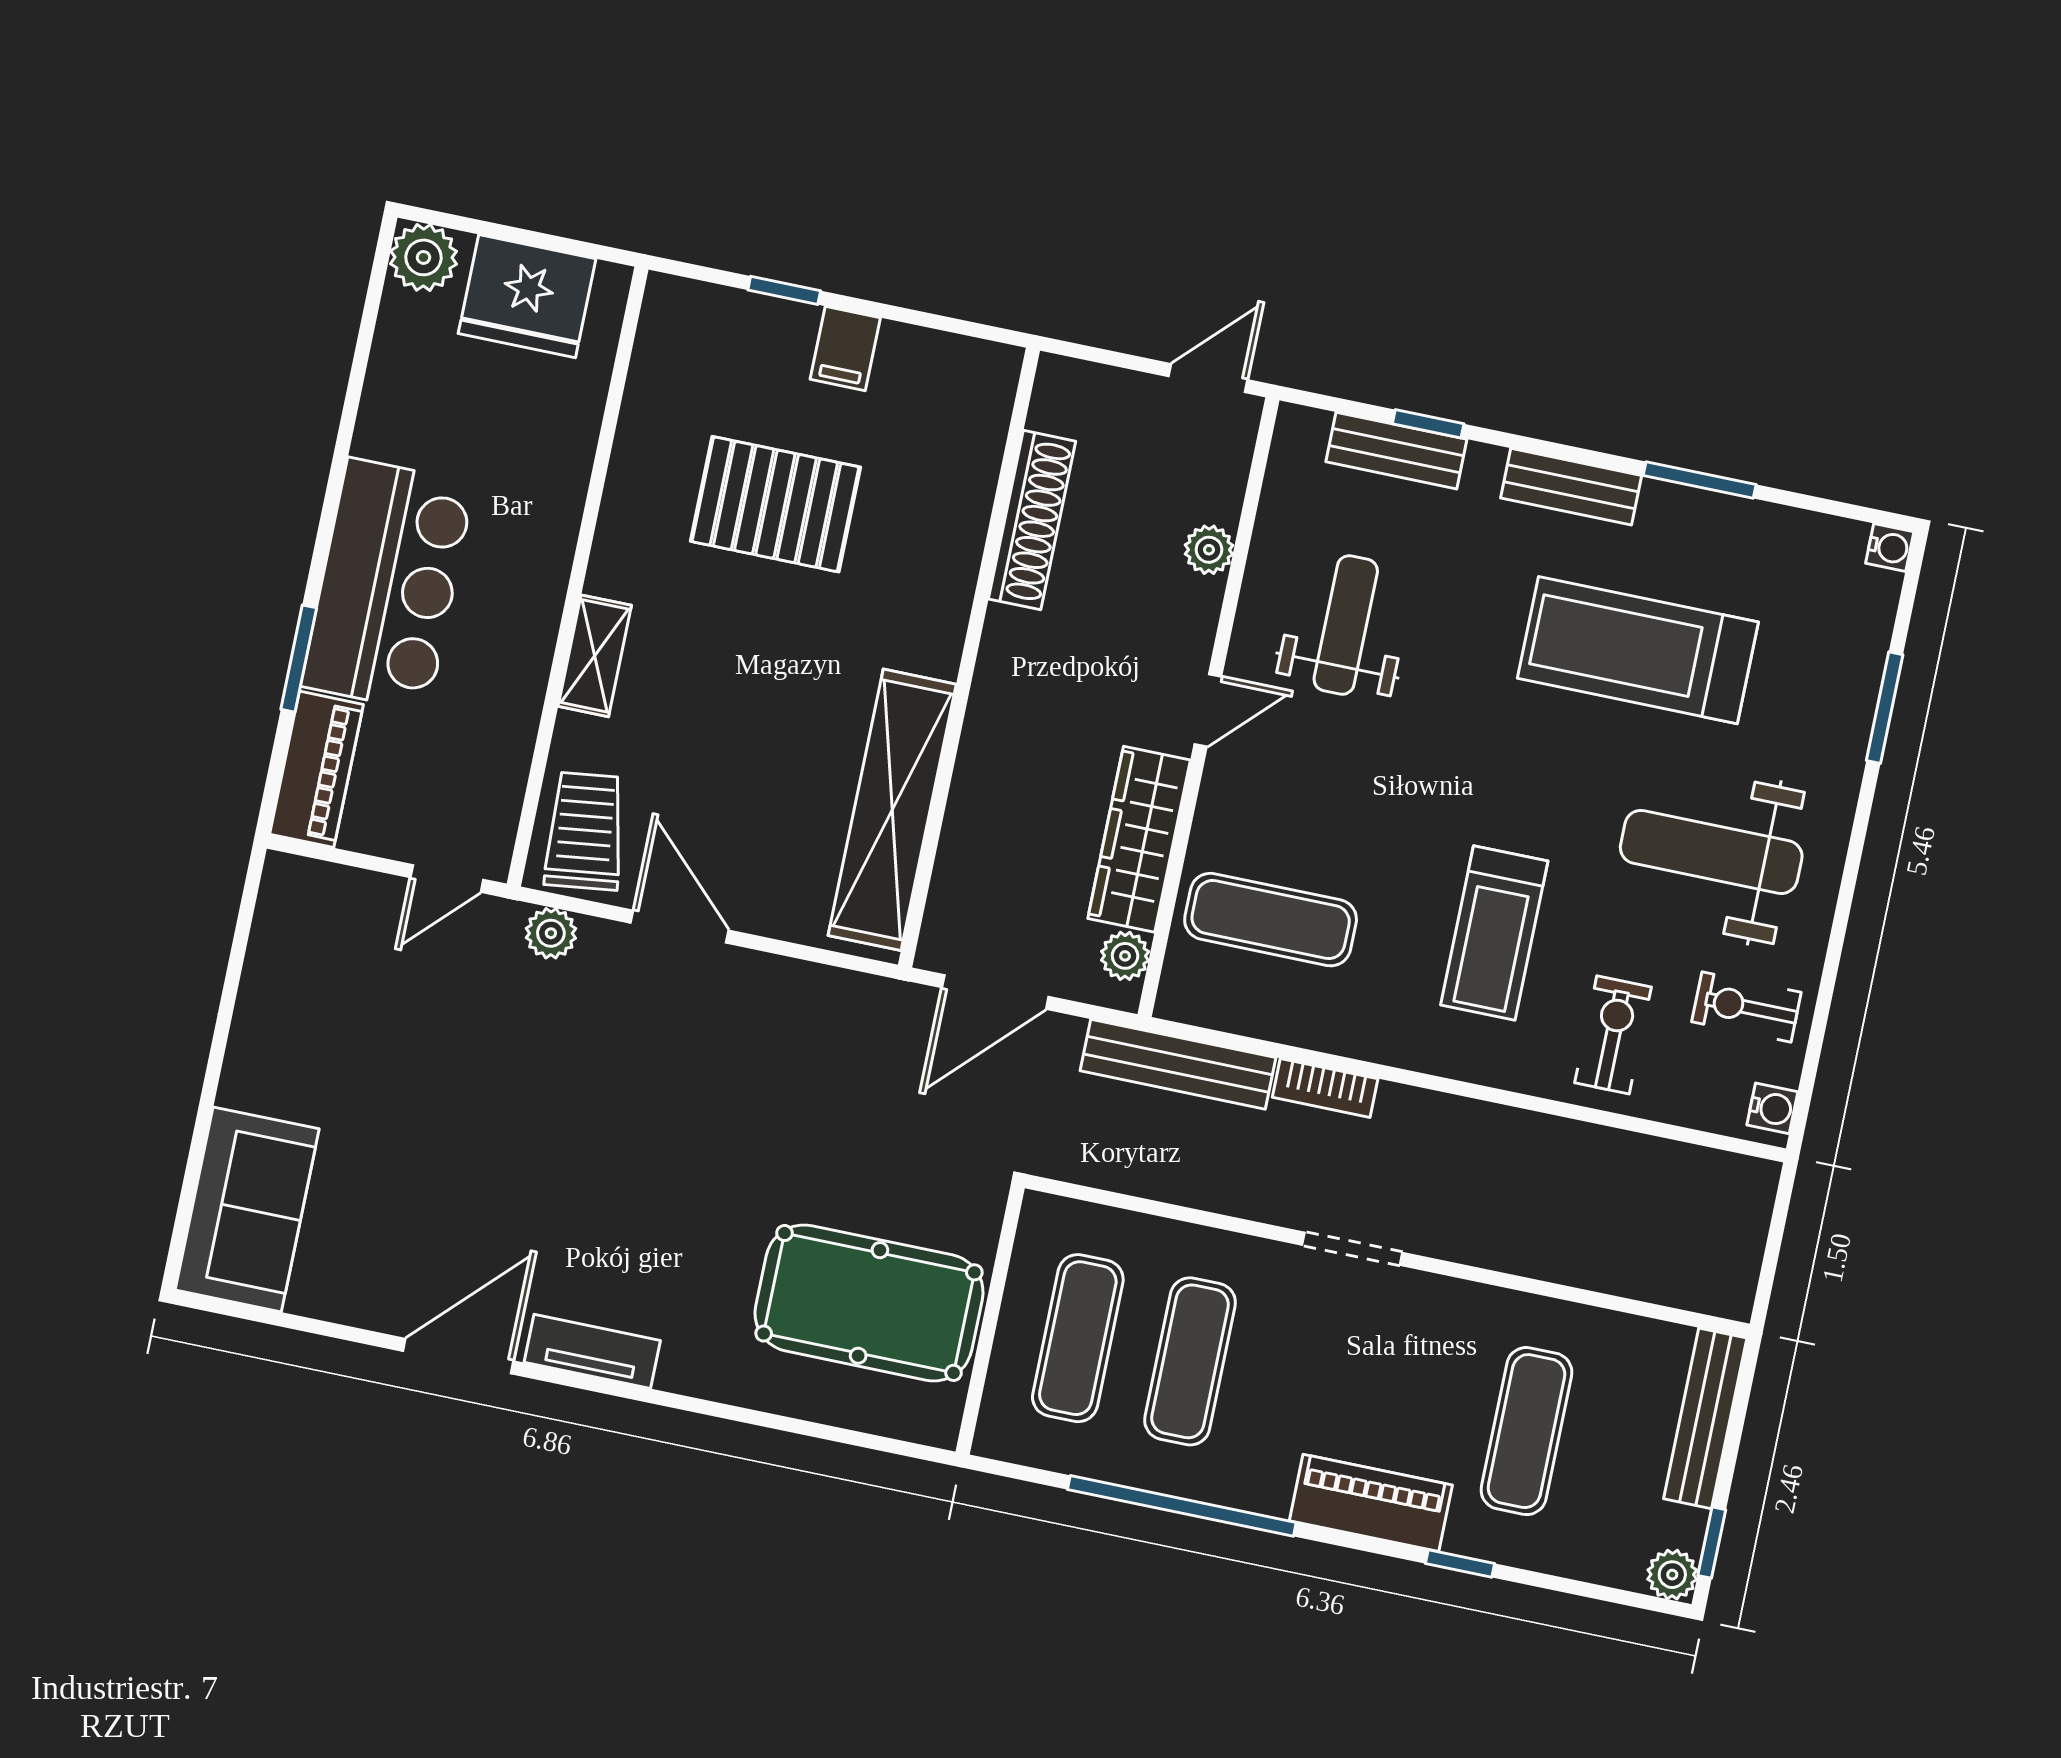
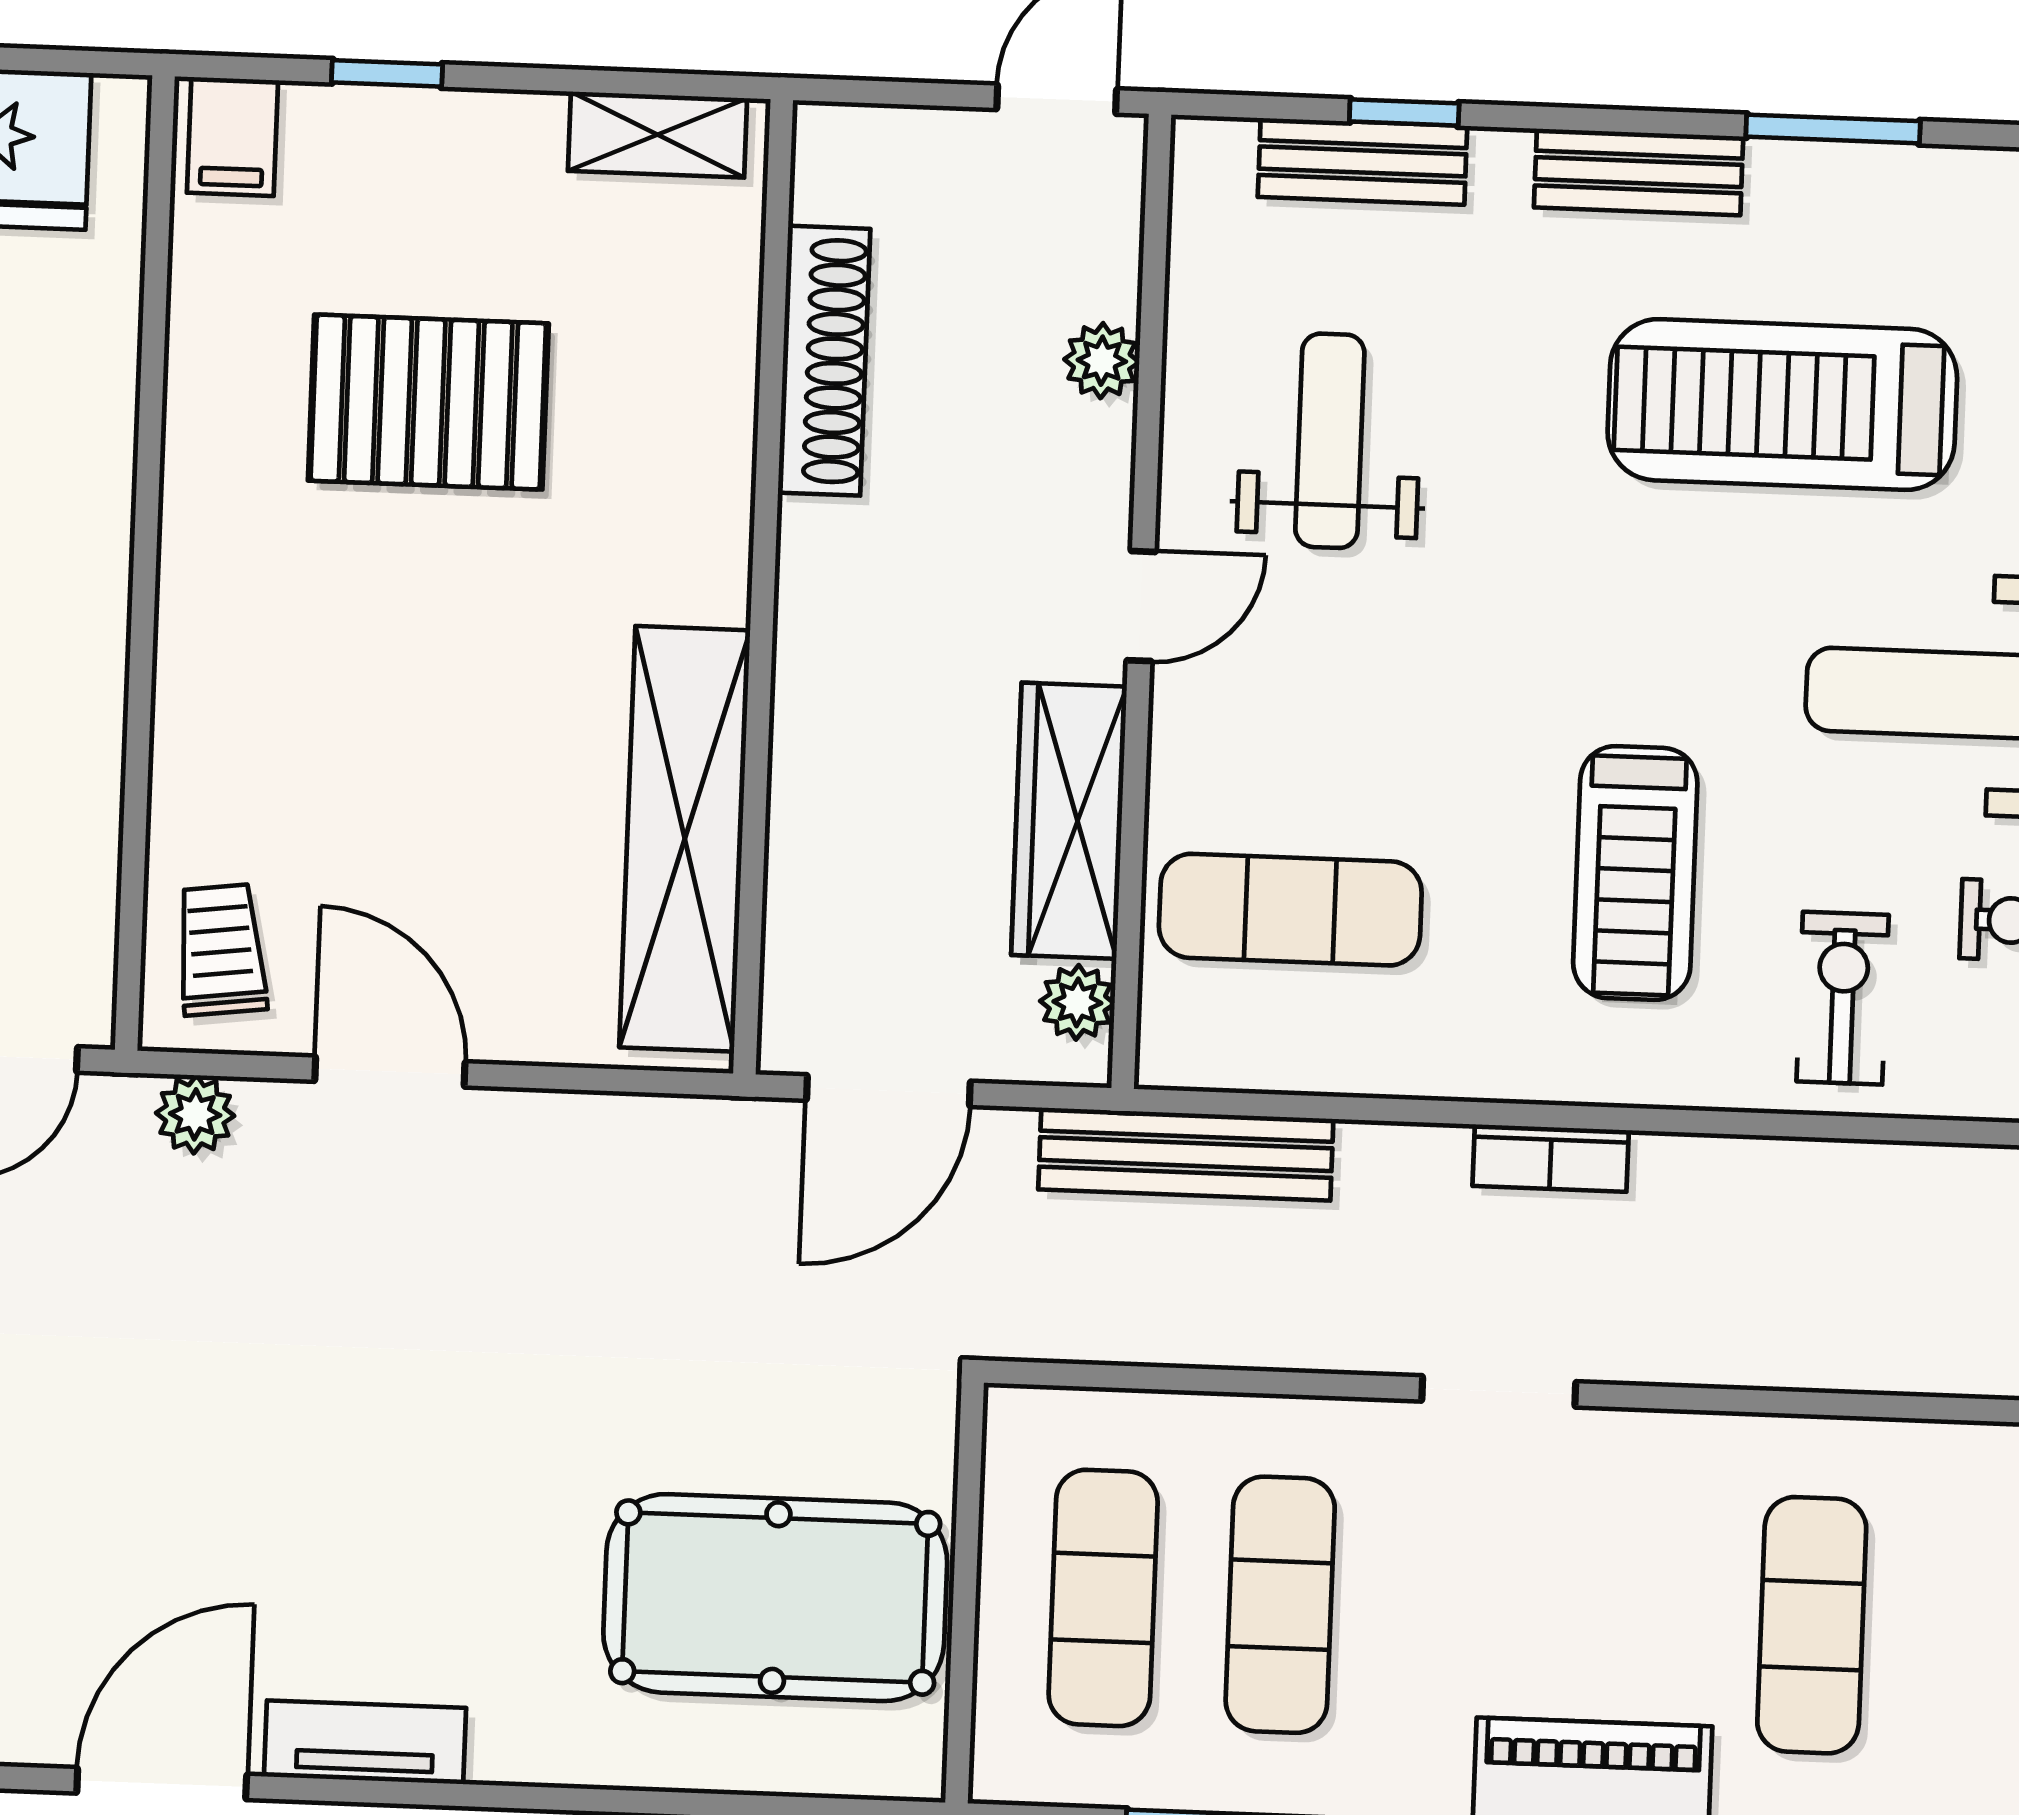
filing cabinet: (845, 349) -> (232, 136), moved
shelving: (595, 656) -> (658, 135), moved, turned 90
trolley: (585, 831) -> (221, 950), width x0.73, depth x0.72
bookcase: (1325, 1088) -> (1551, 1158), moved

